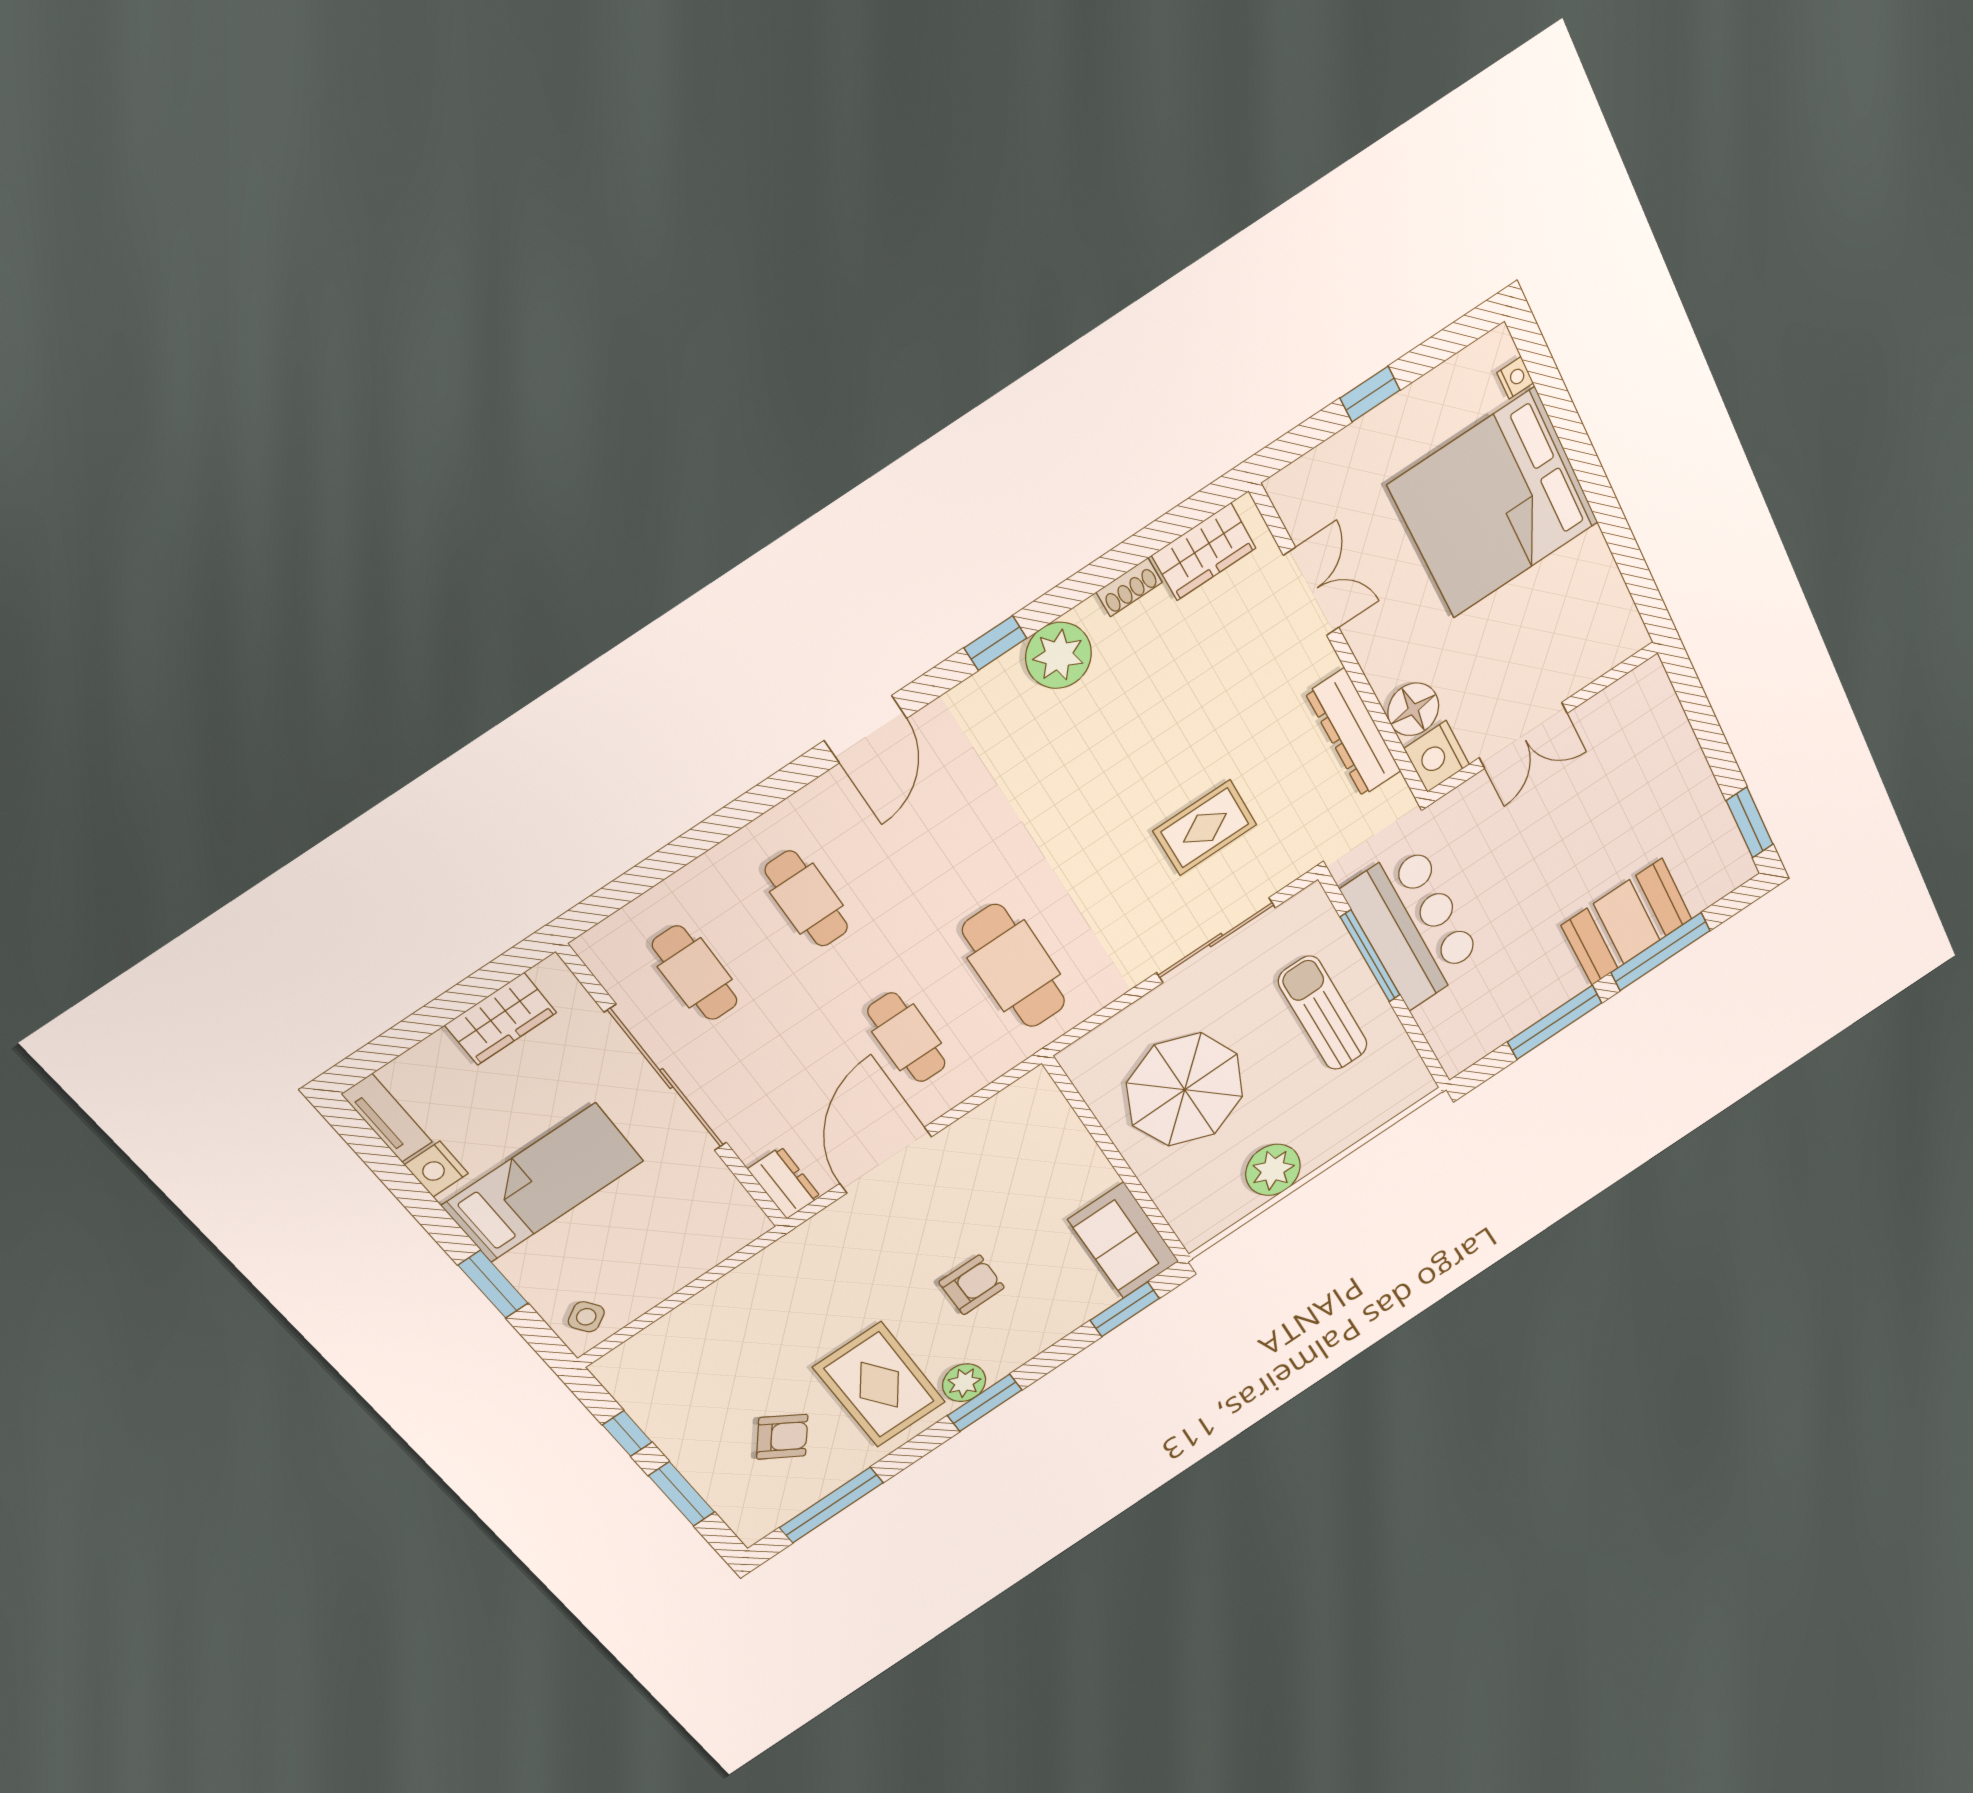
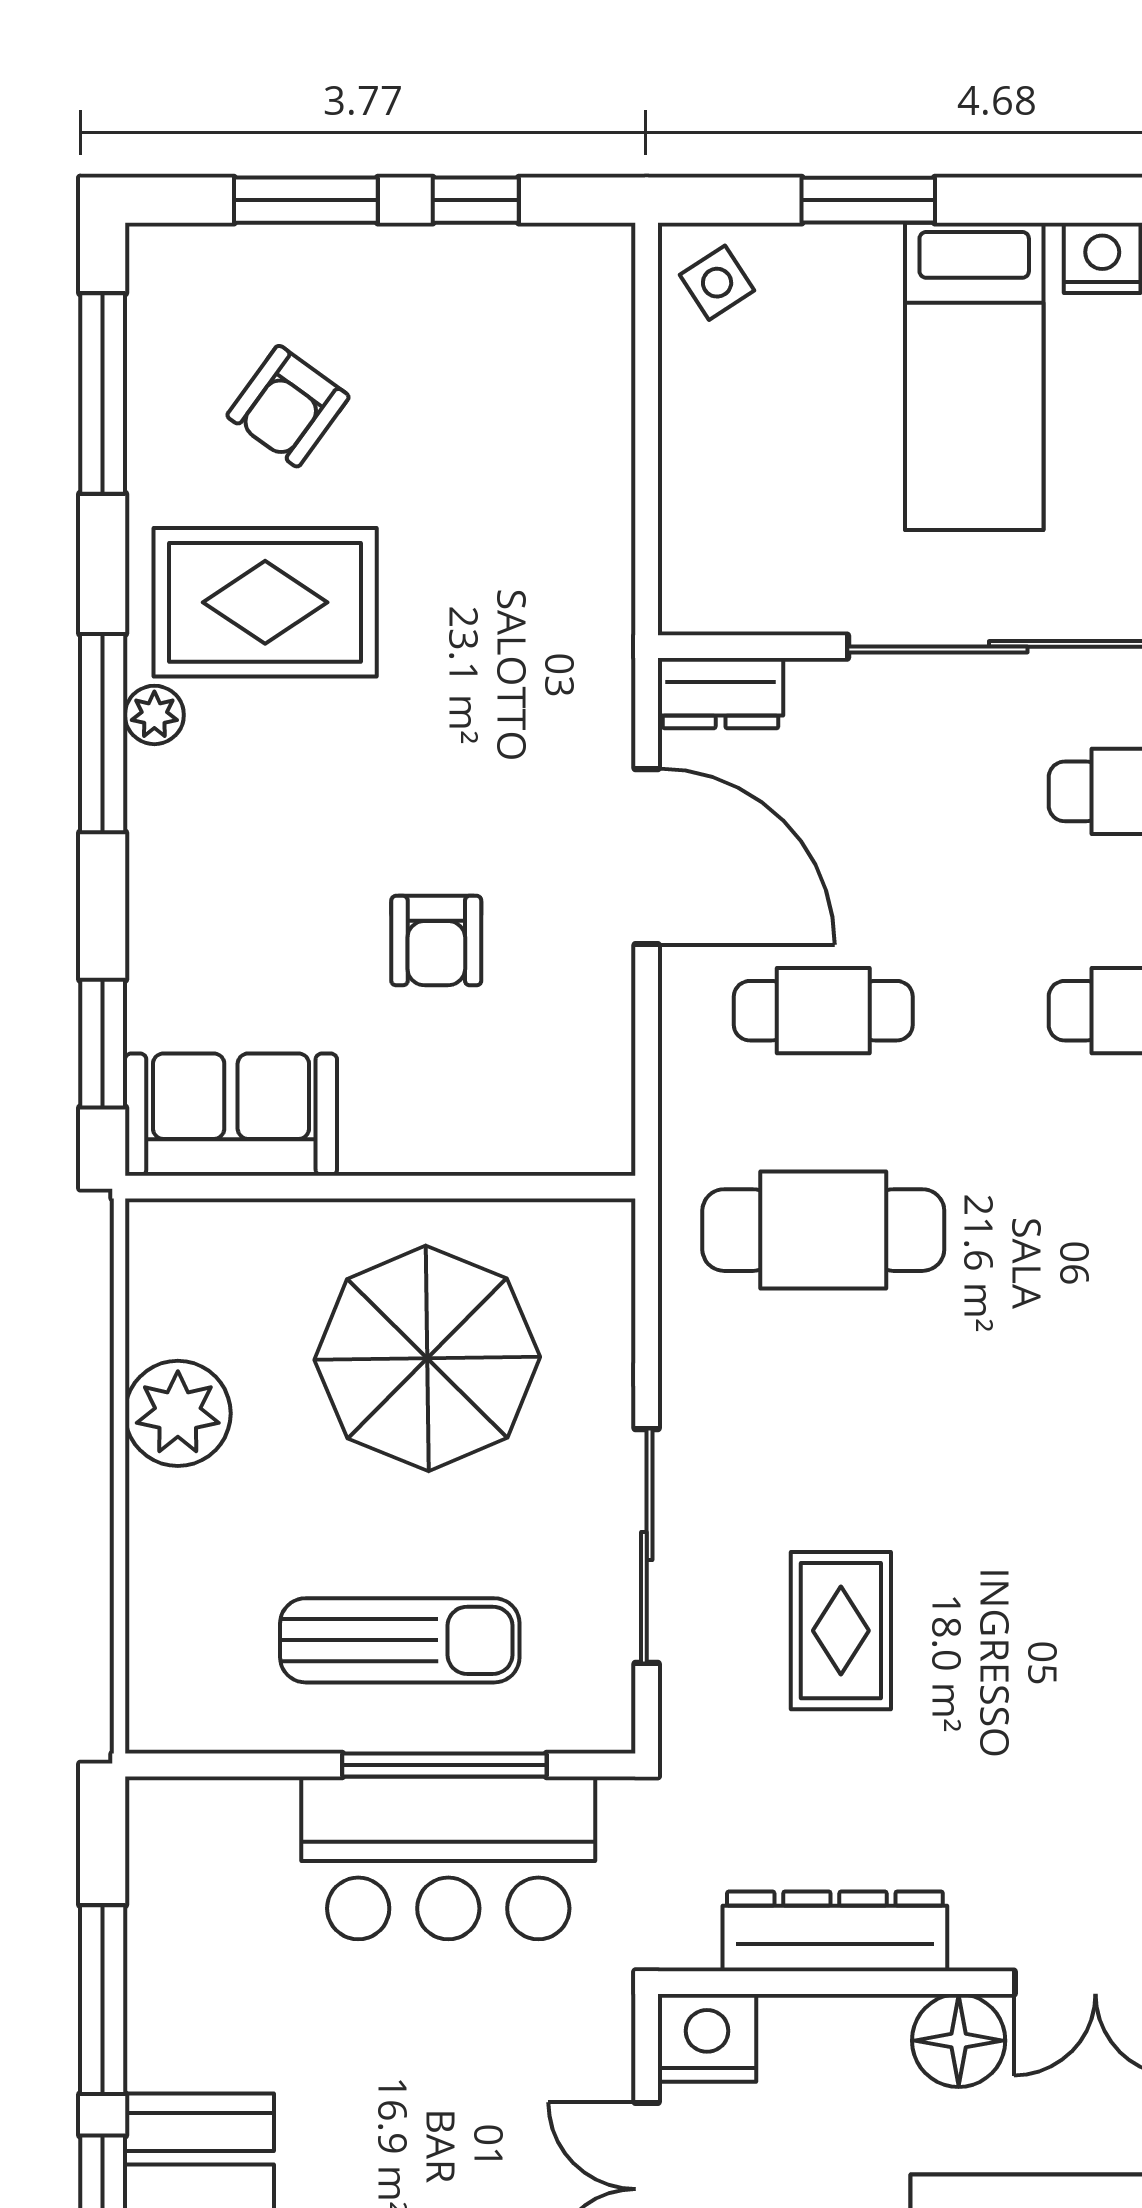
floor lamp: (1413, 709) -> (959, 2041), moved
armchair: (972, 1285) -> (436, 941), moved
plant: (964, 1383) -> (154, 715), width x0.73, depth x0.73
window: (985, 1403) -> (103, 733), width x1.44

